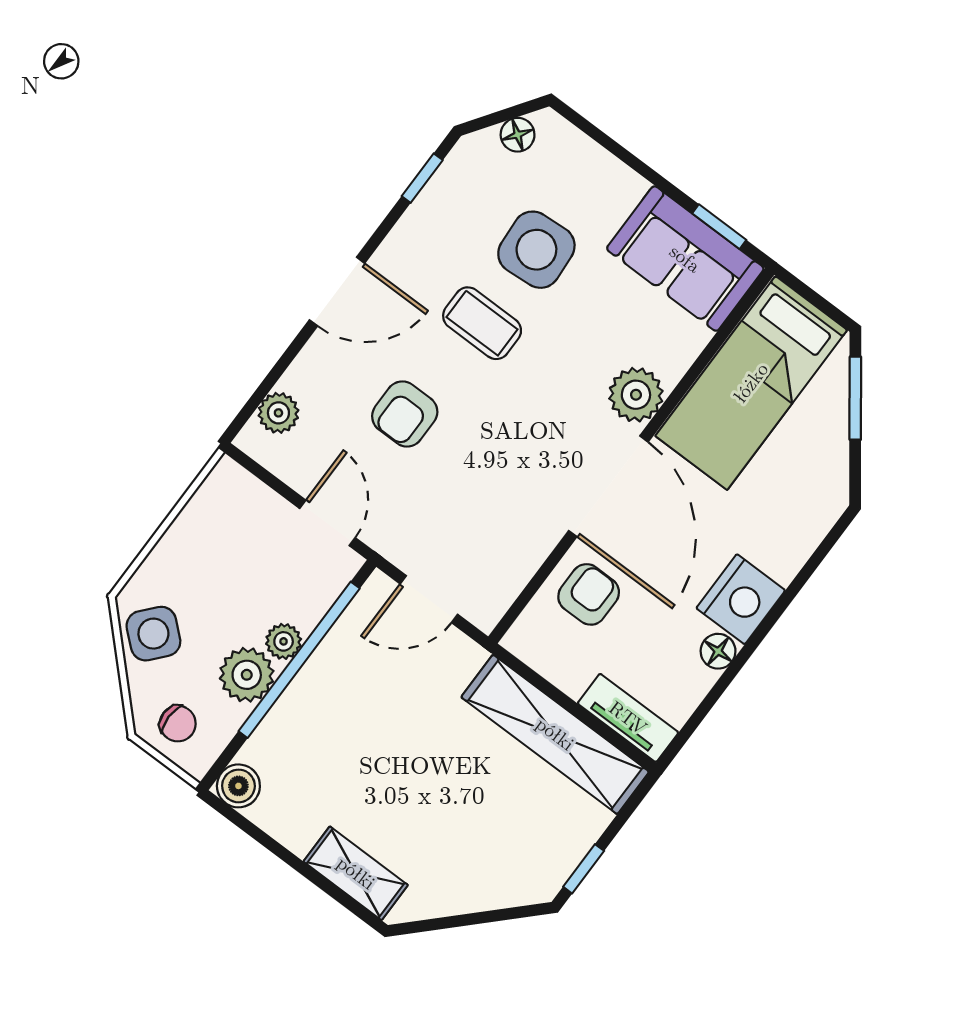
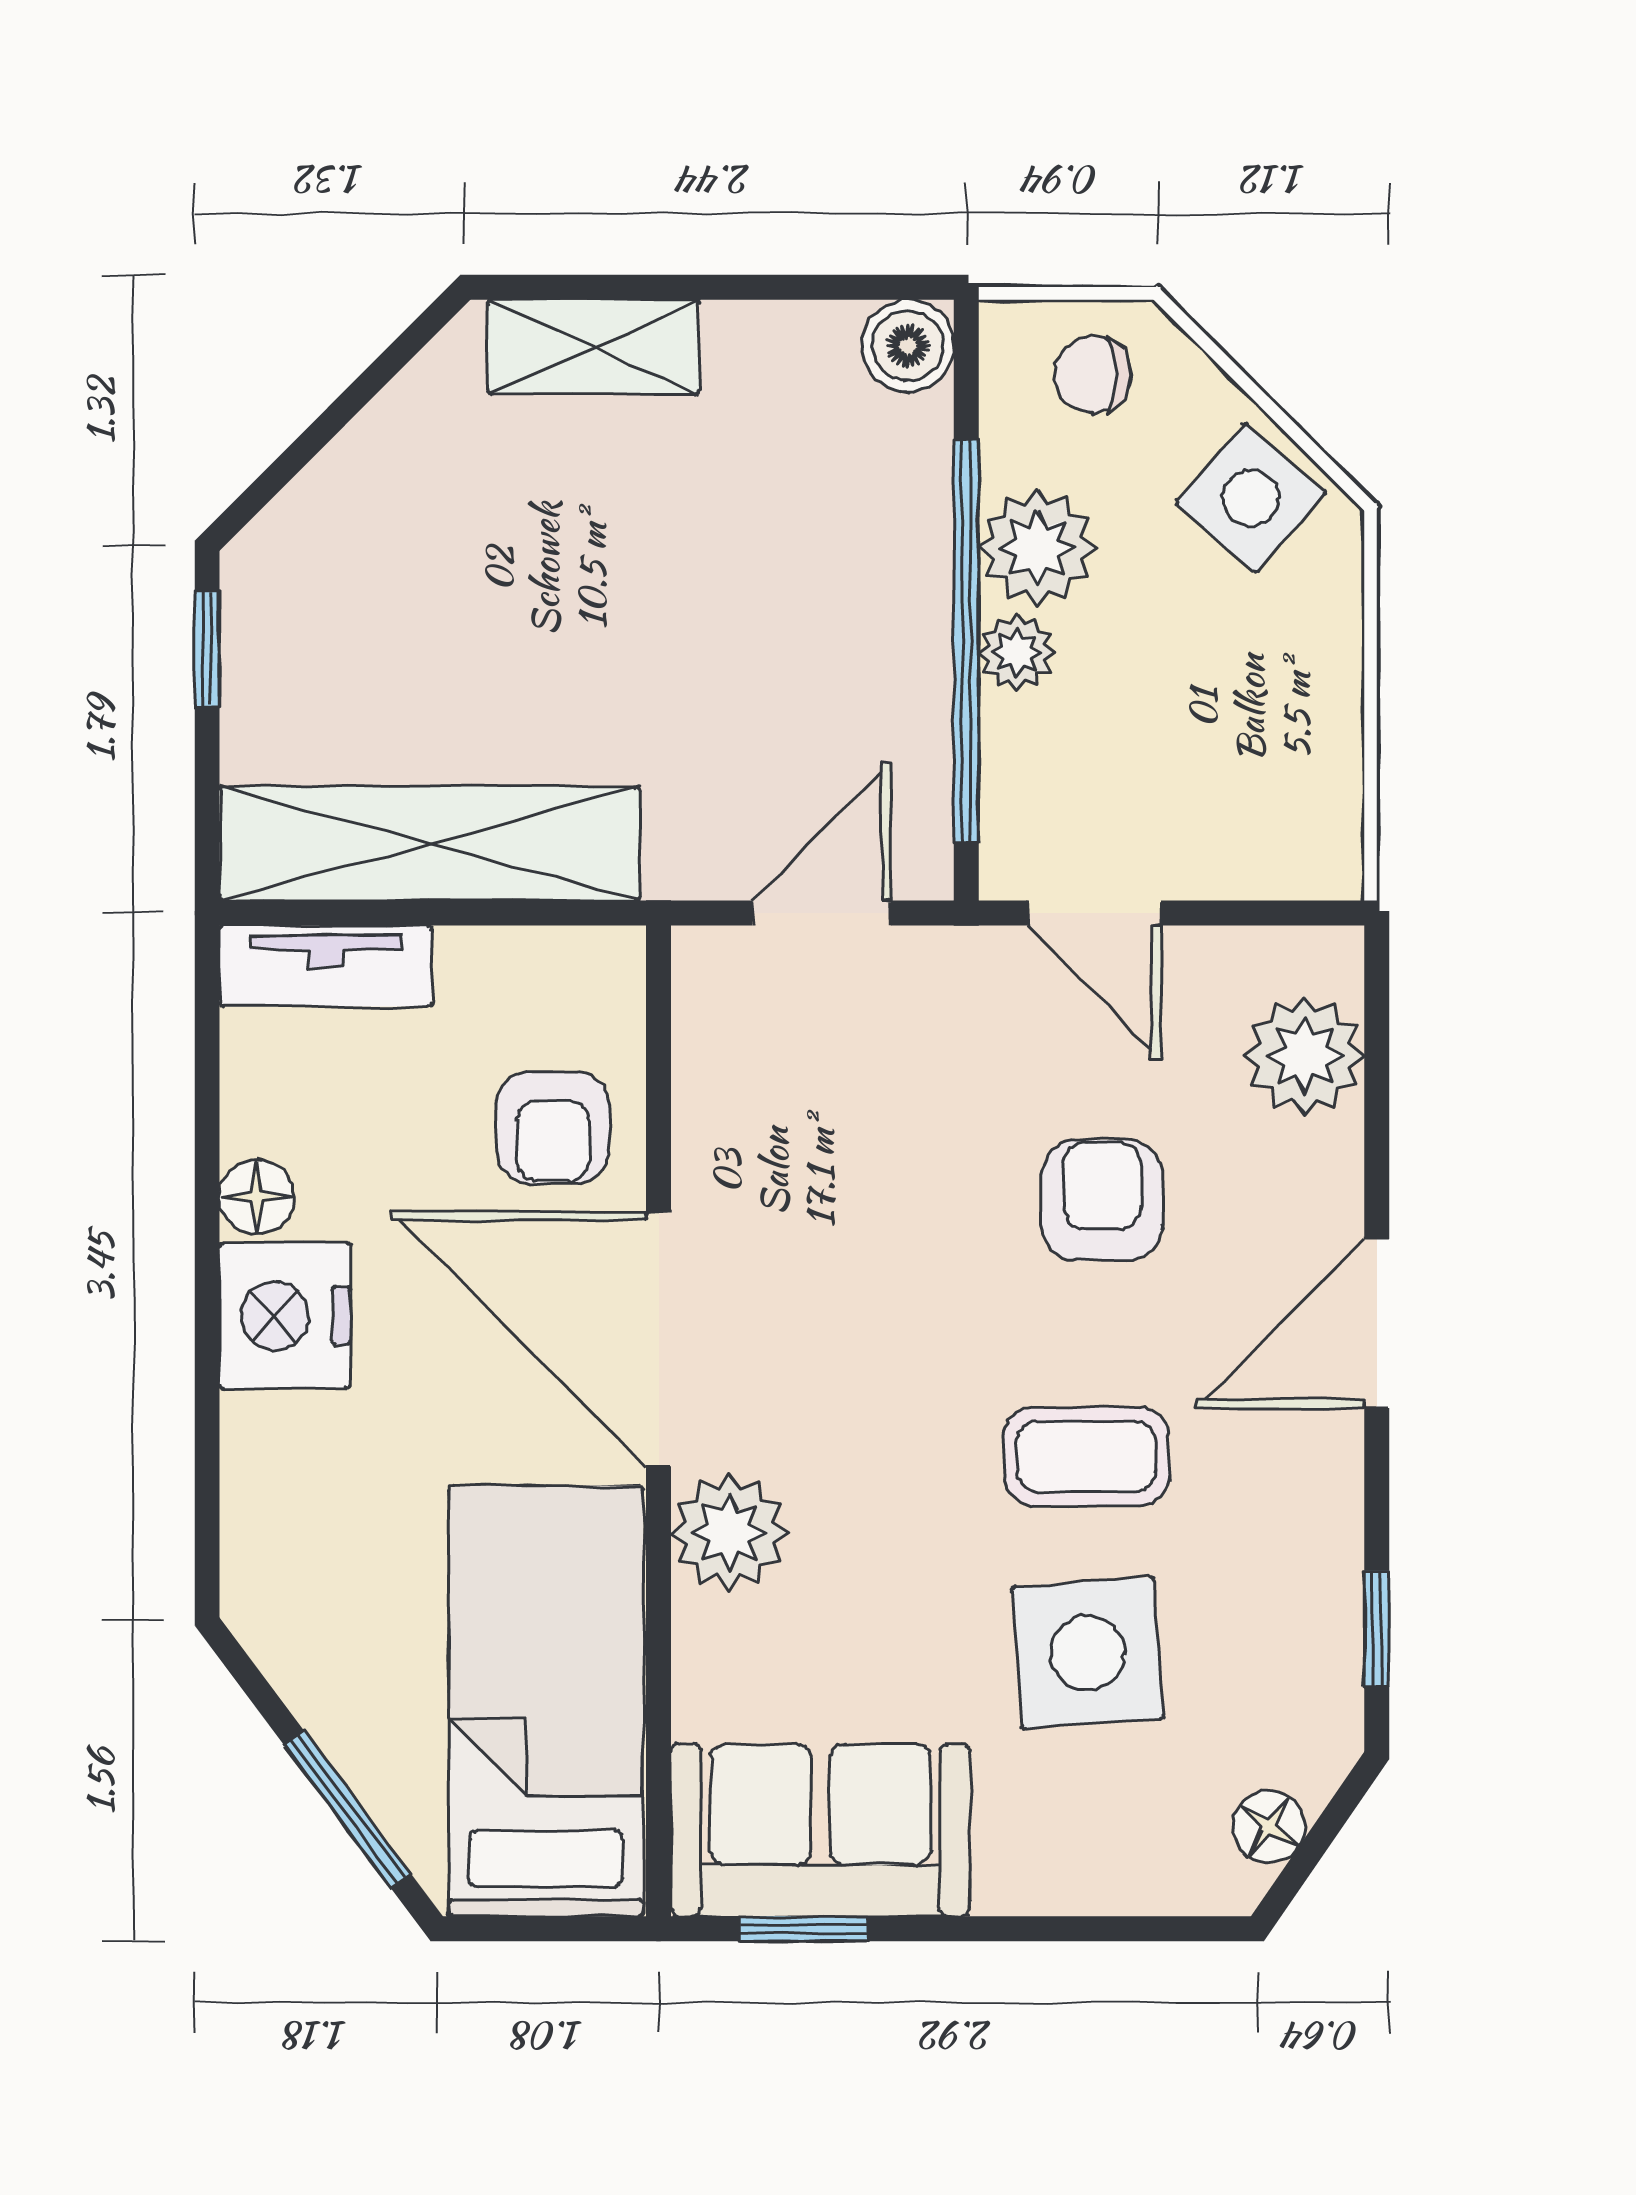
plant: (278, 413) -> (1304, 1055), width x1.38, depth x1.38

